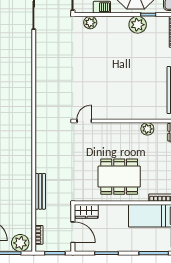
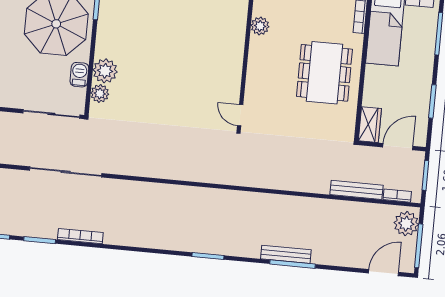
plant: (138, 25) -> (105, 71), moved
bench: (40, 191) -> (356, 190), moved

